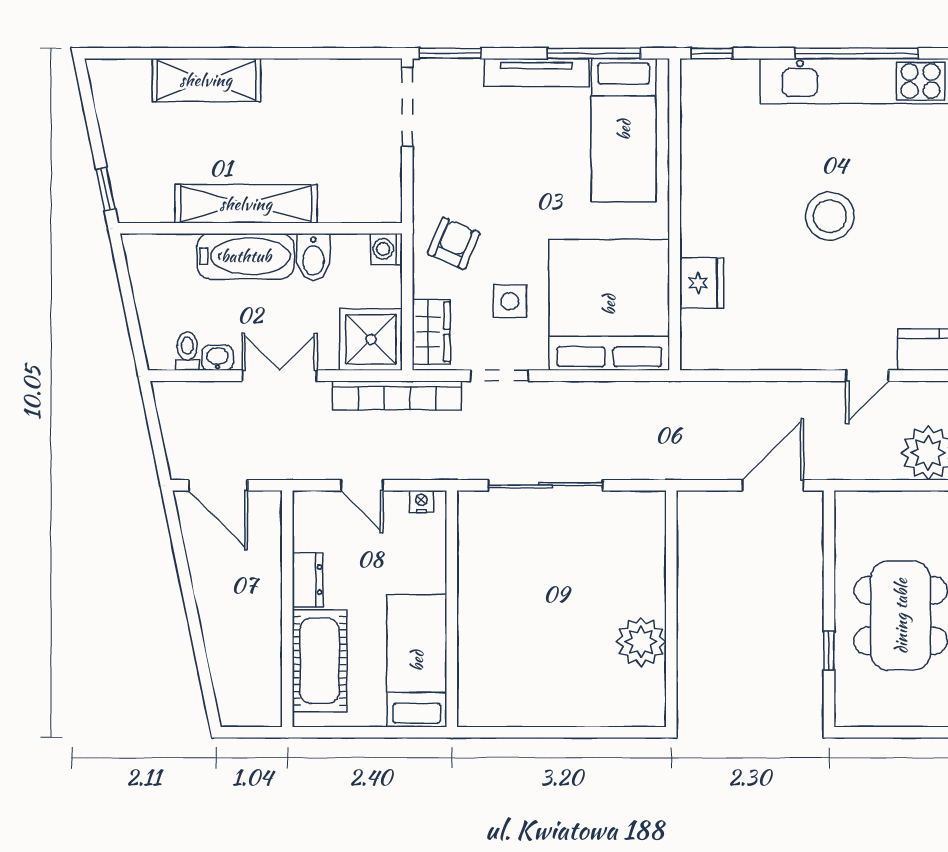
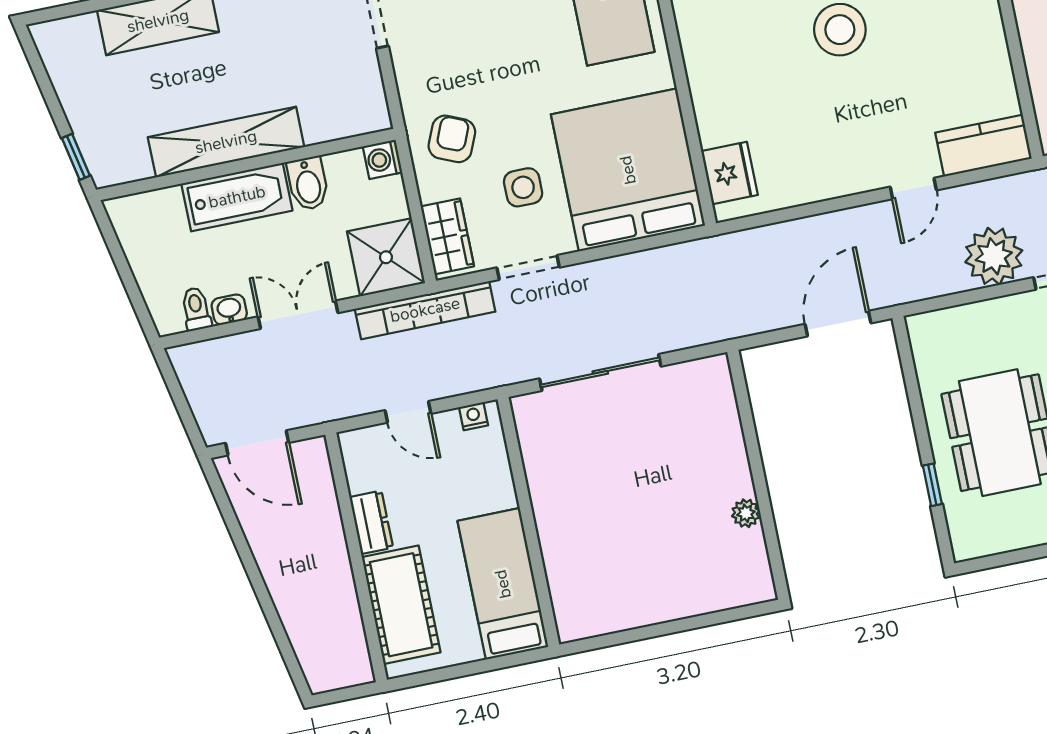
fridge: (702, 283) -> (729, 173), moved
plant: (641, 642) -> (746, 513), width x0.53, depth x0.53

